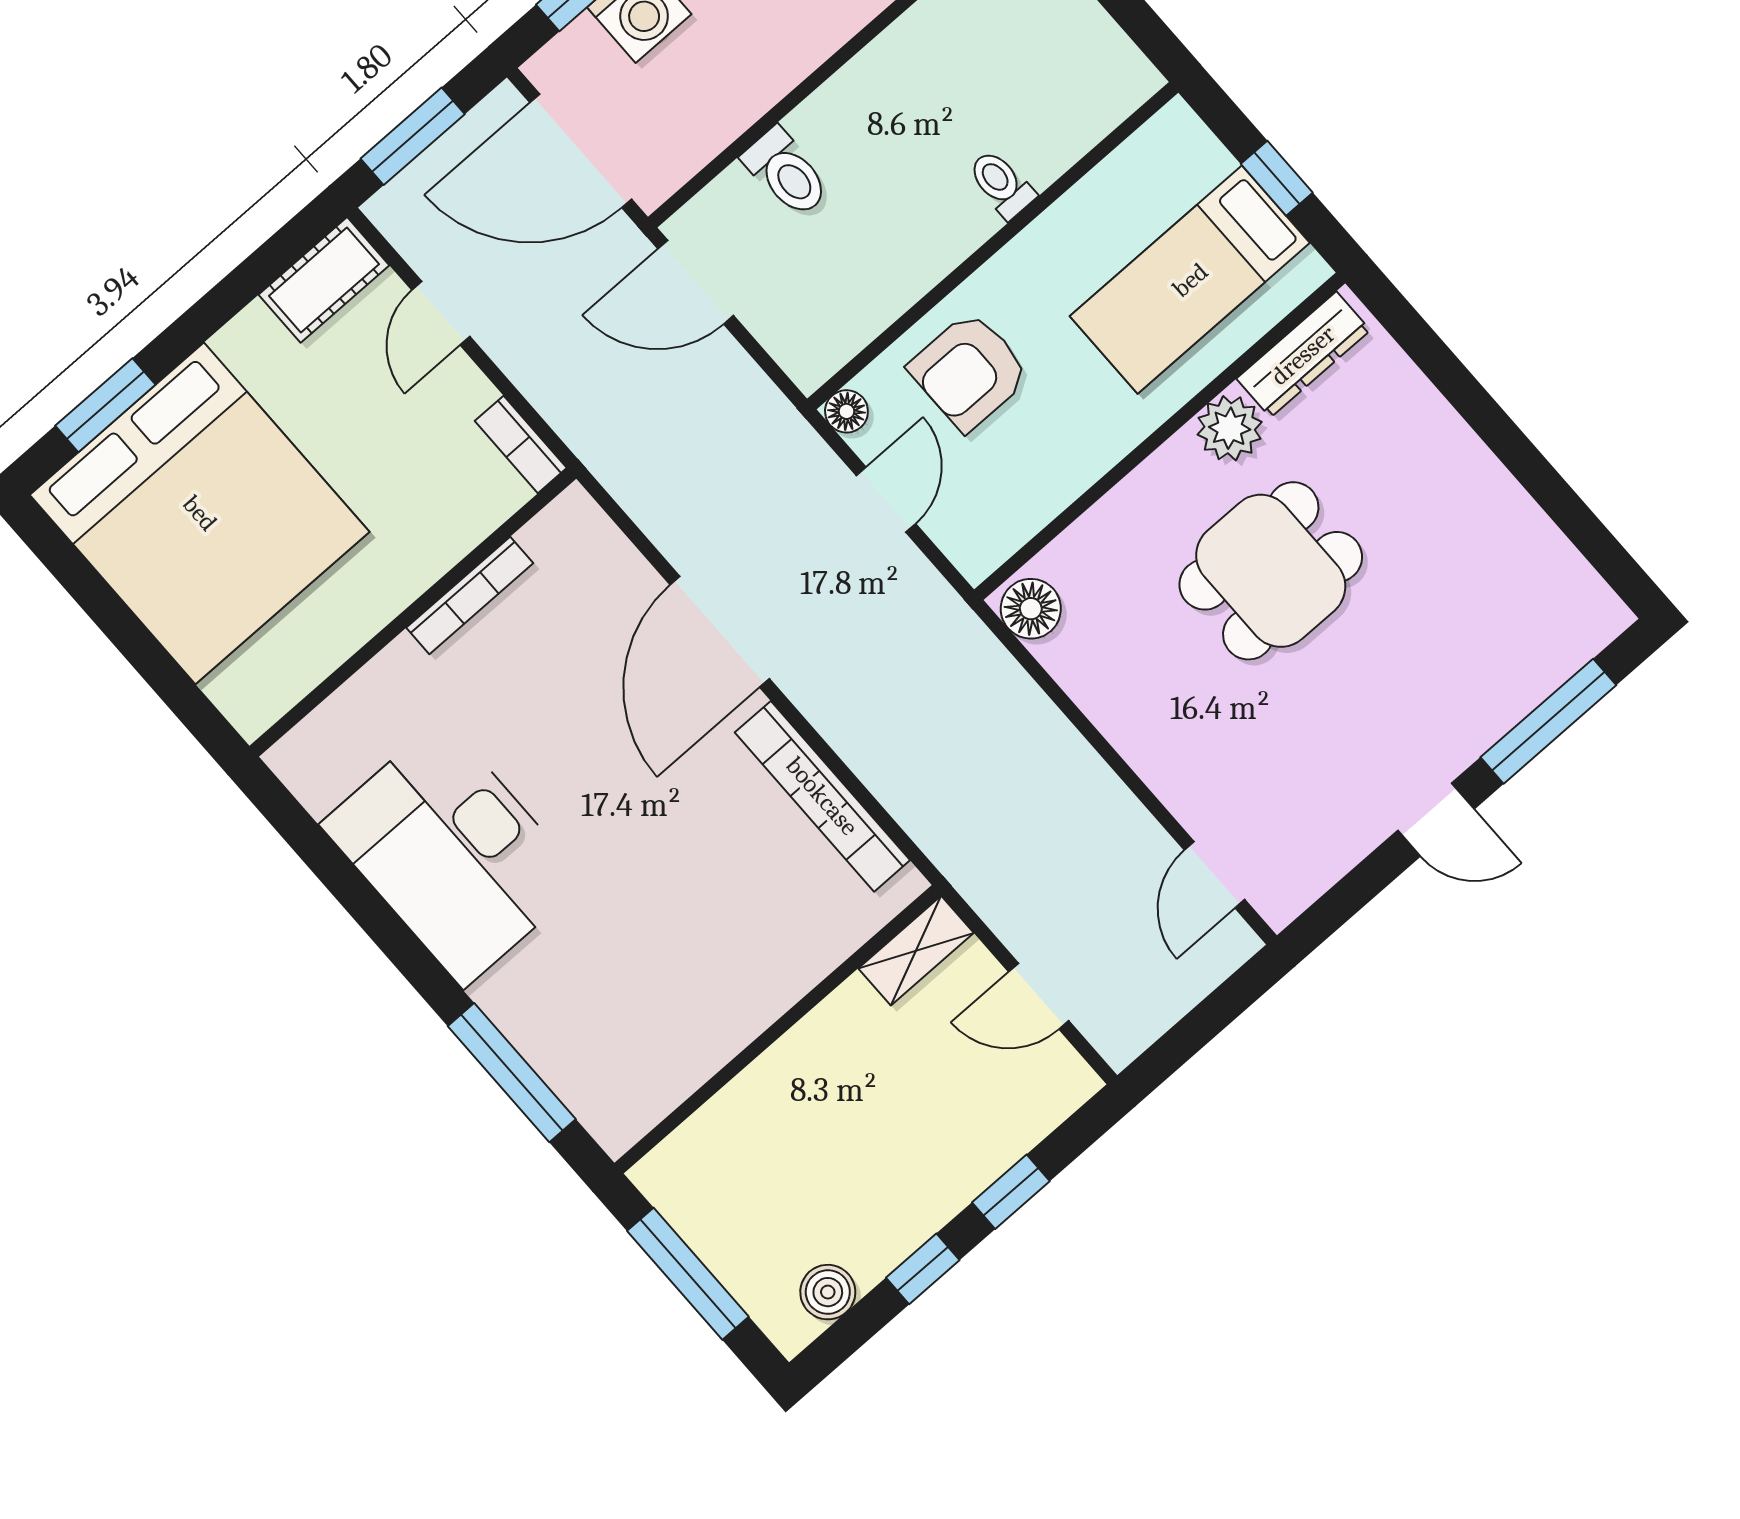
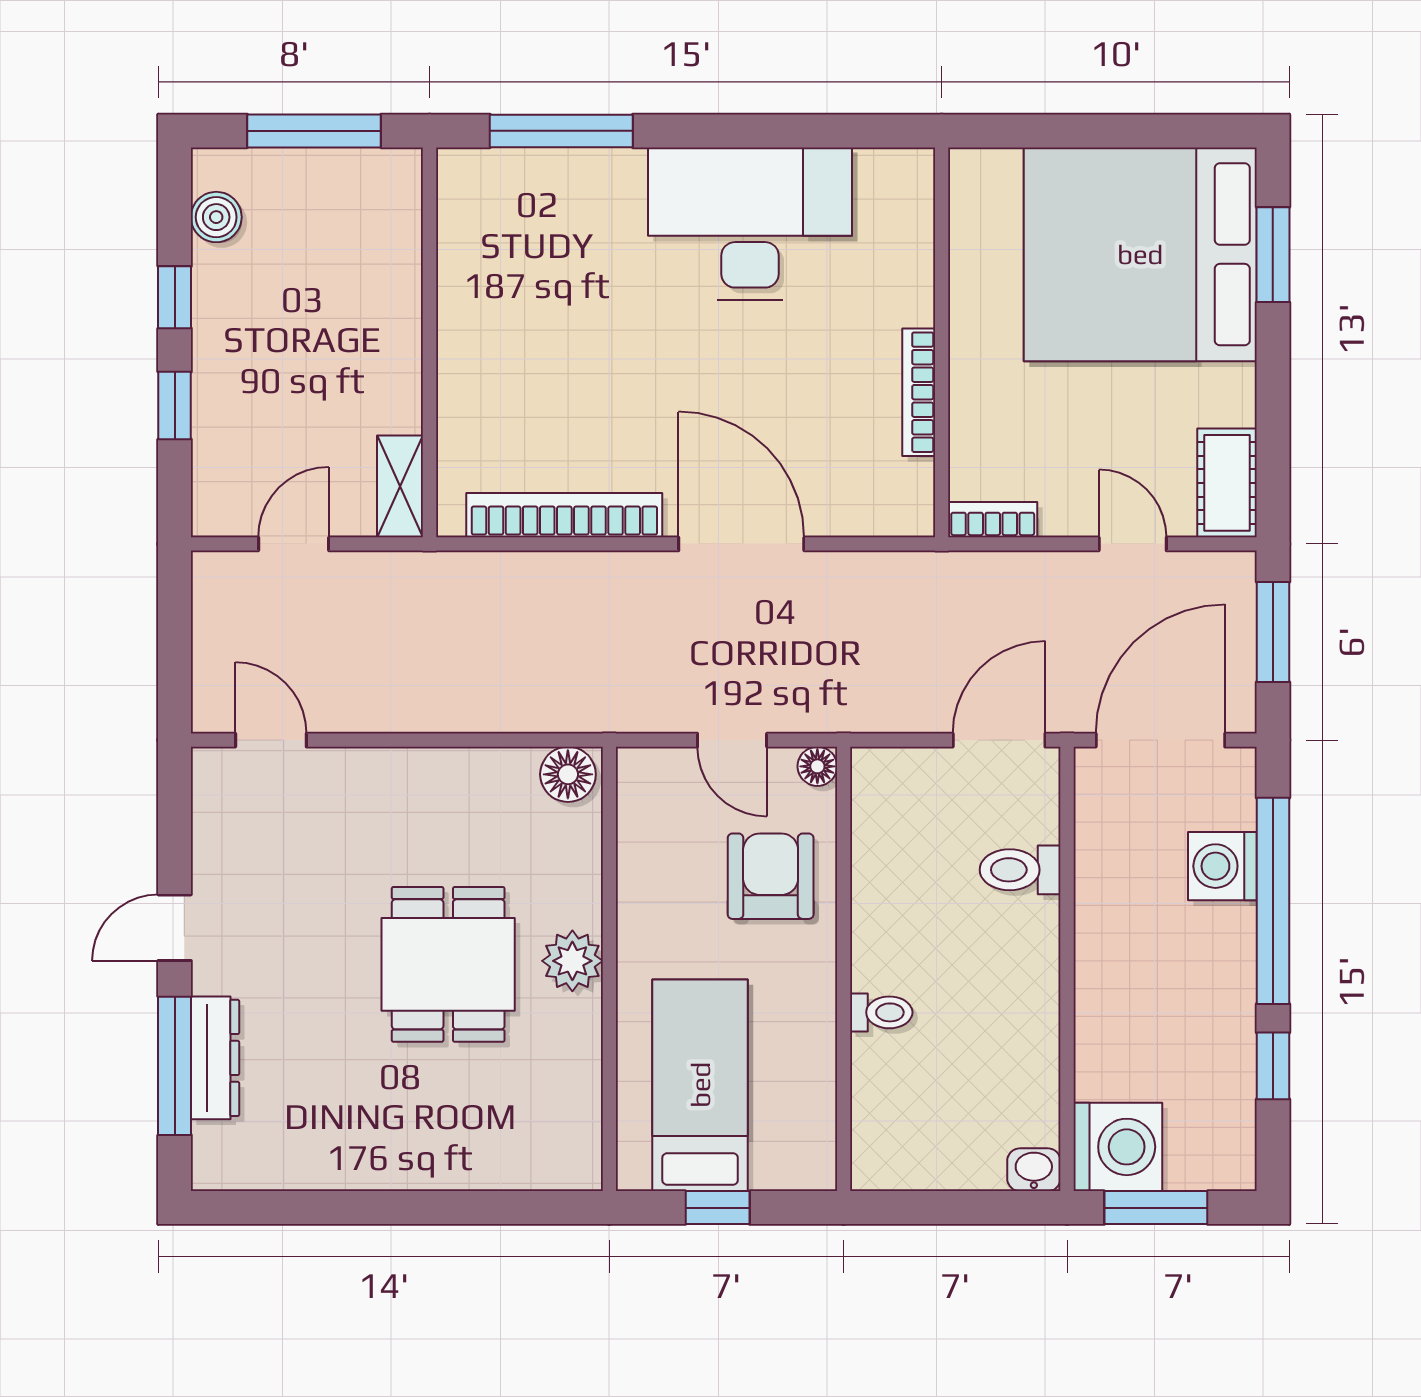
dresser: (1303, 355) -> (215, 1058), moved, turned 180
plant: (1230, 428) -> (572, 961), moved

